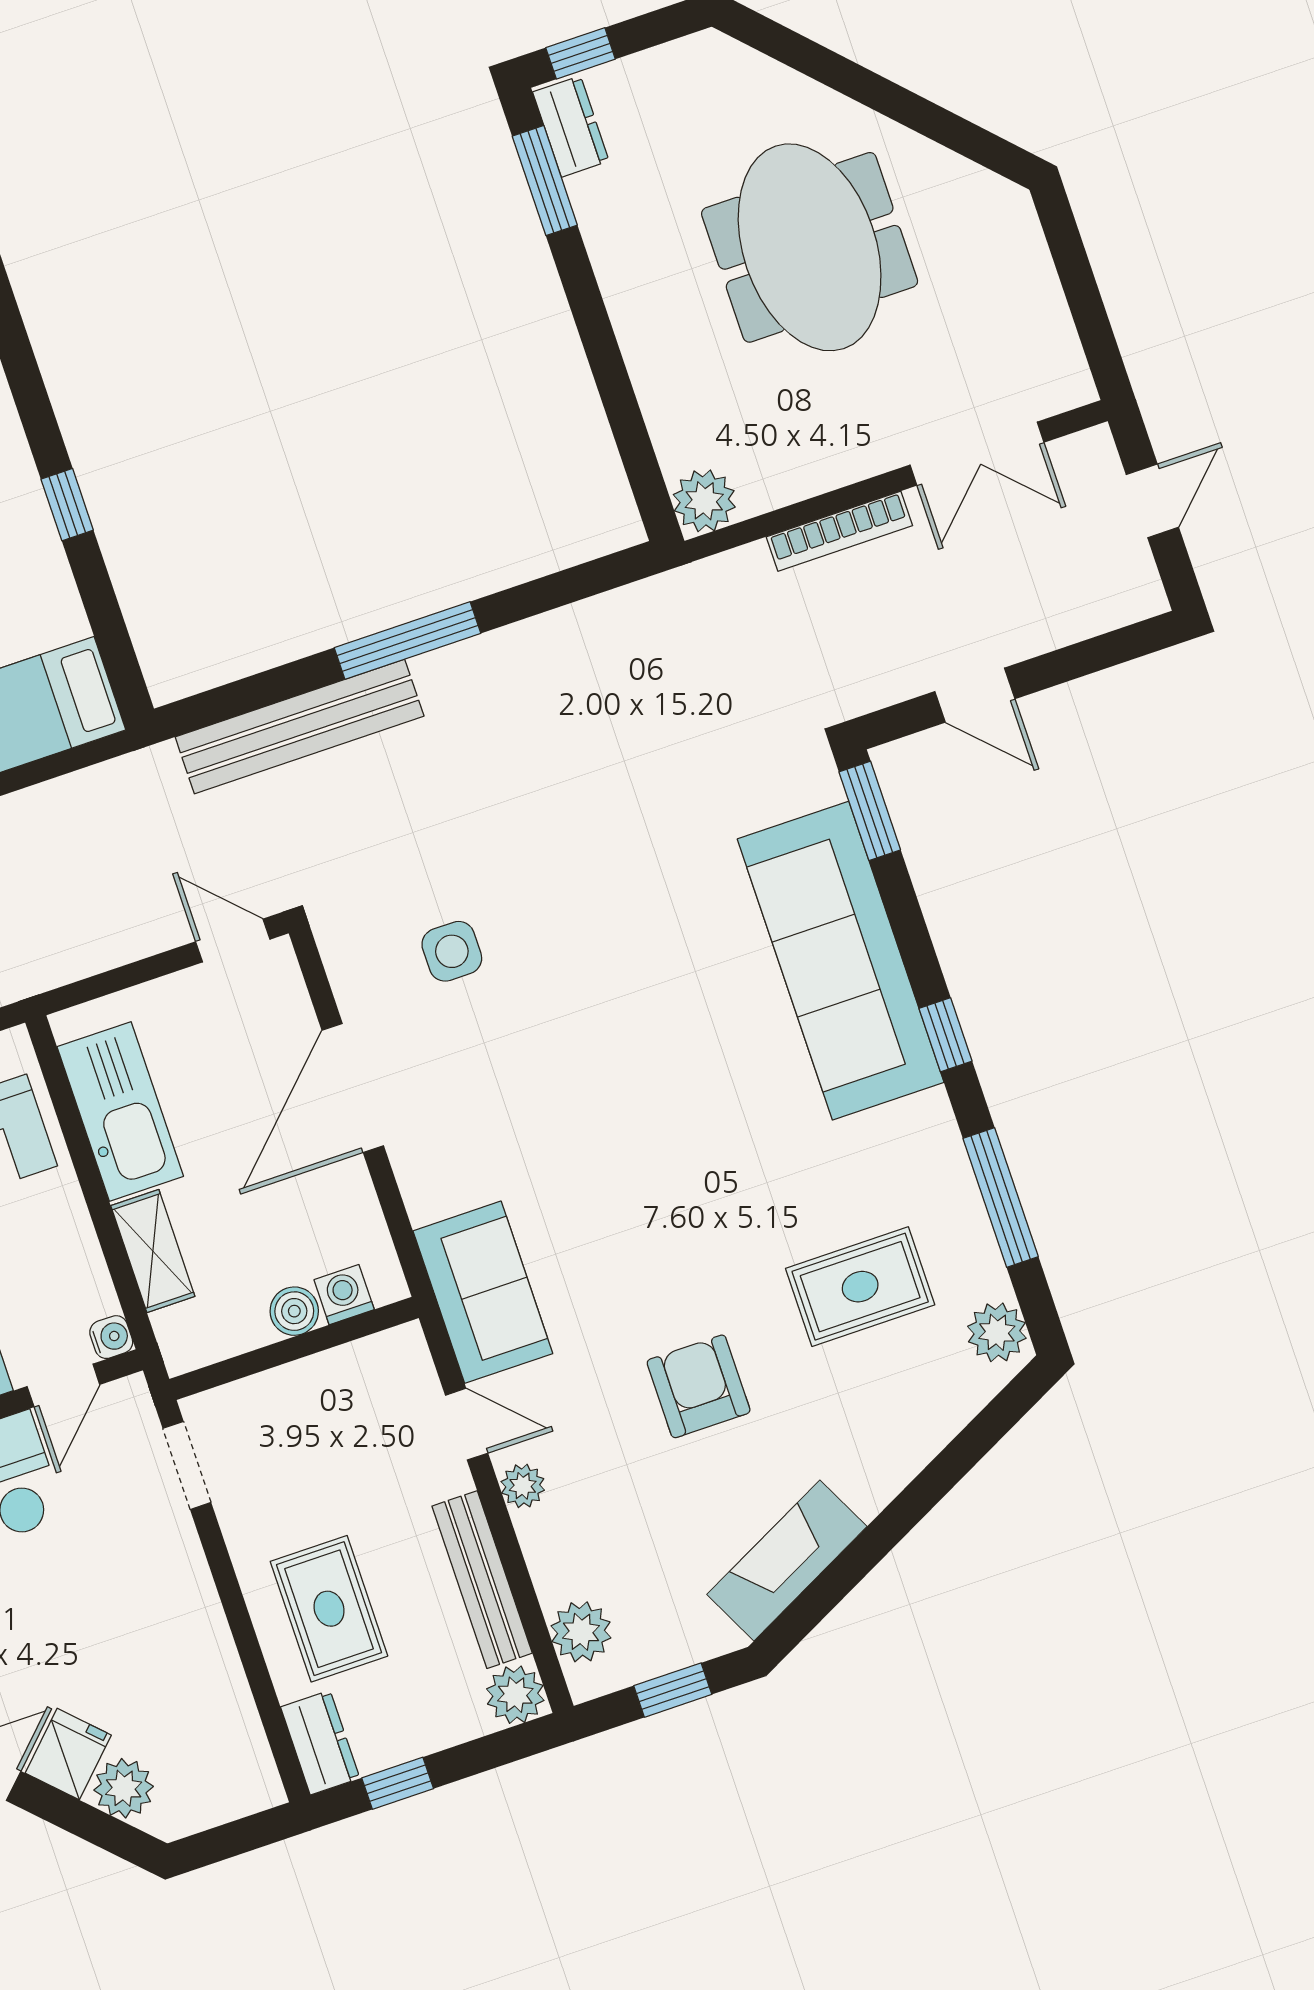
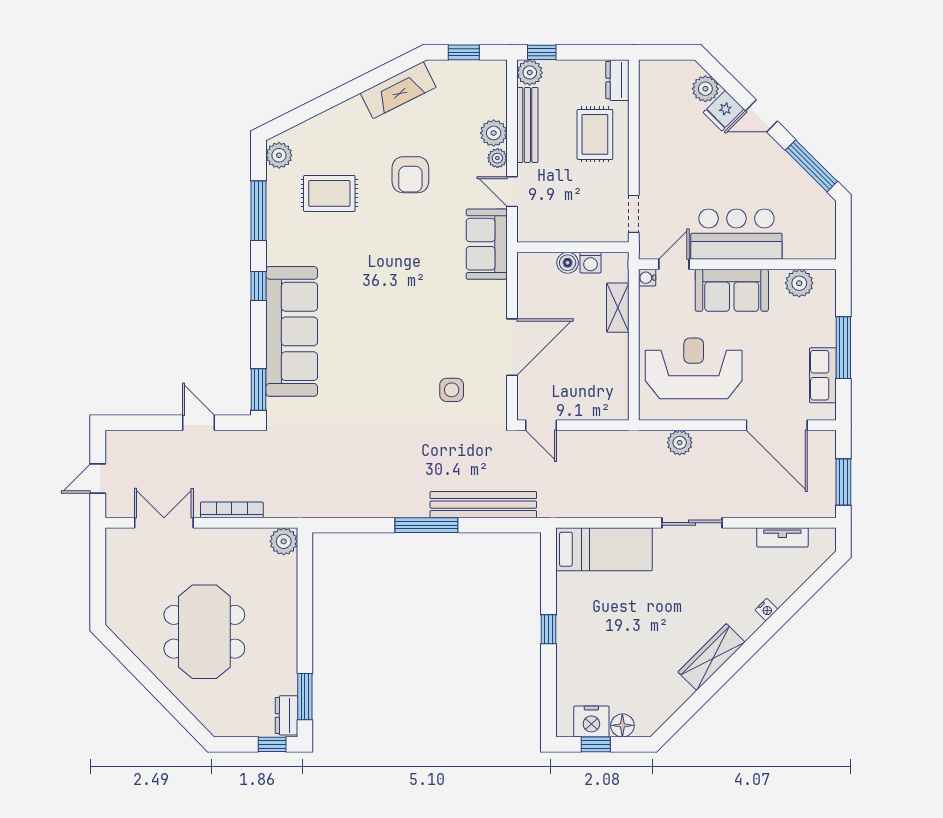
kitchen sink: (120, 1112) -> (612, 370), removed
washing machine: (344, 1295) -> (591, 263), moved
plant: (581, 1632) -> (494, 133), moved
window: (398, 1783) -> (542, 52), moved

